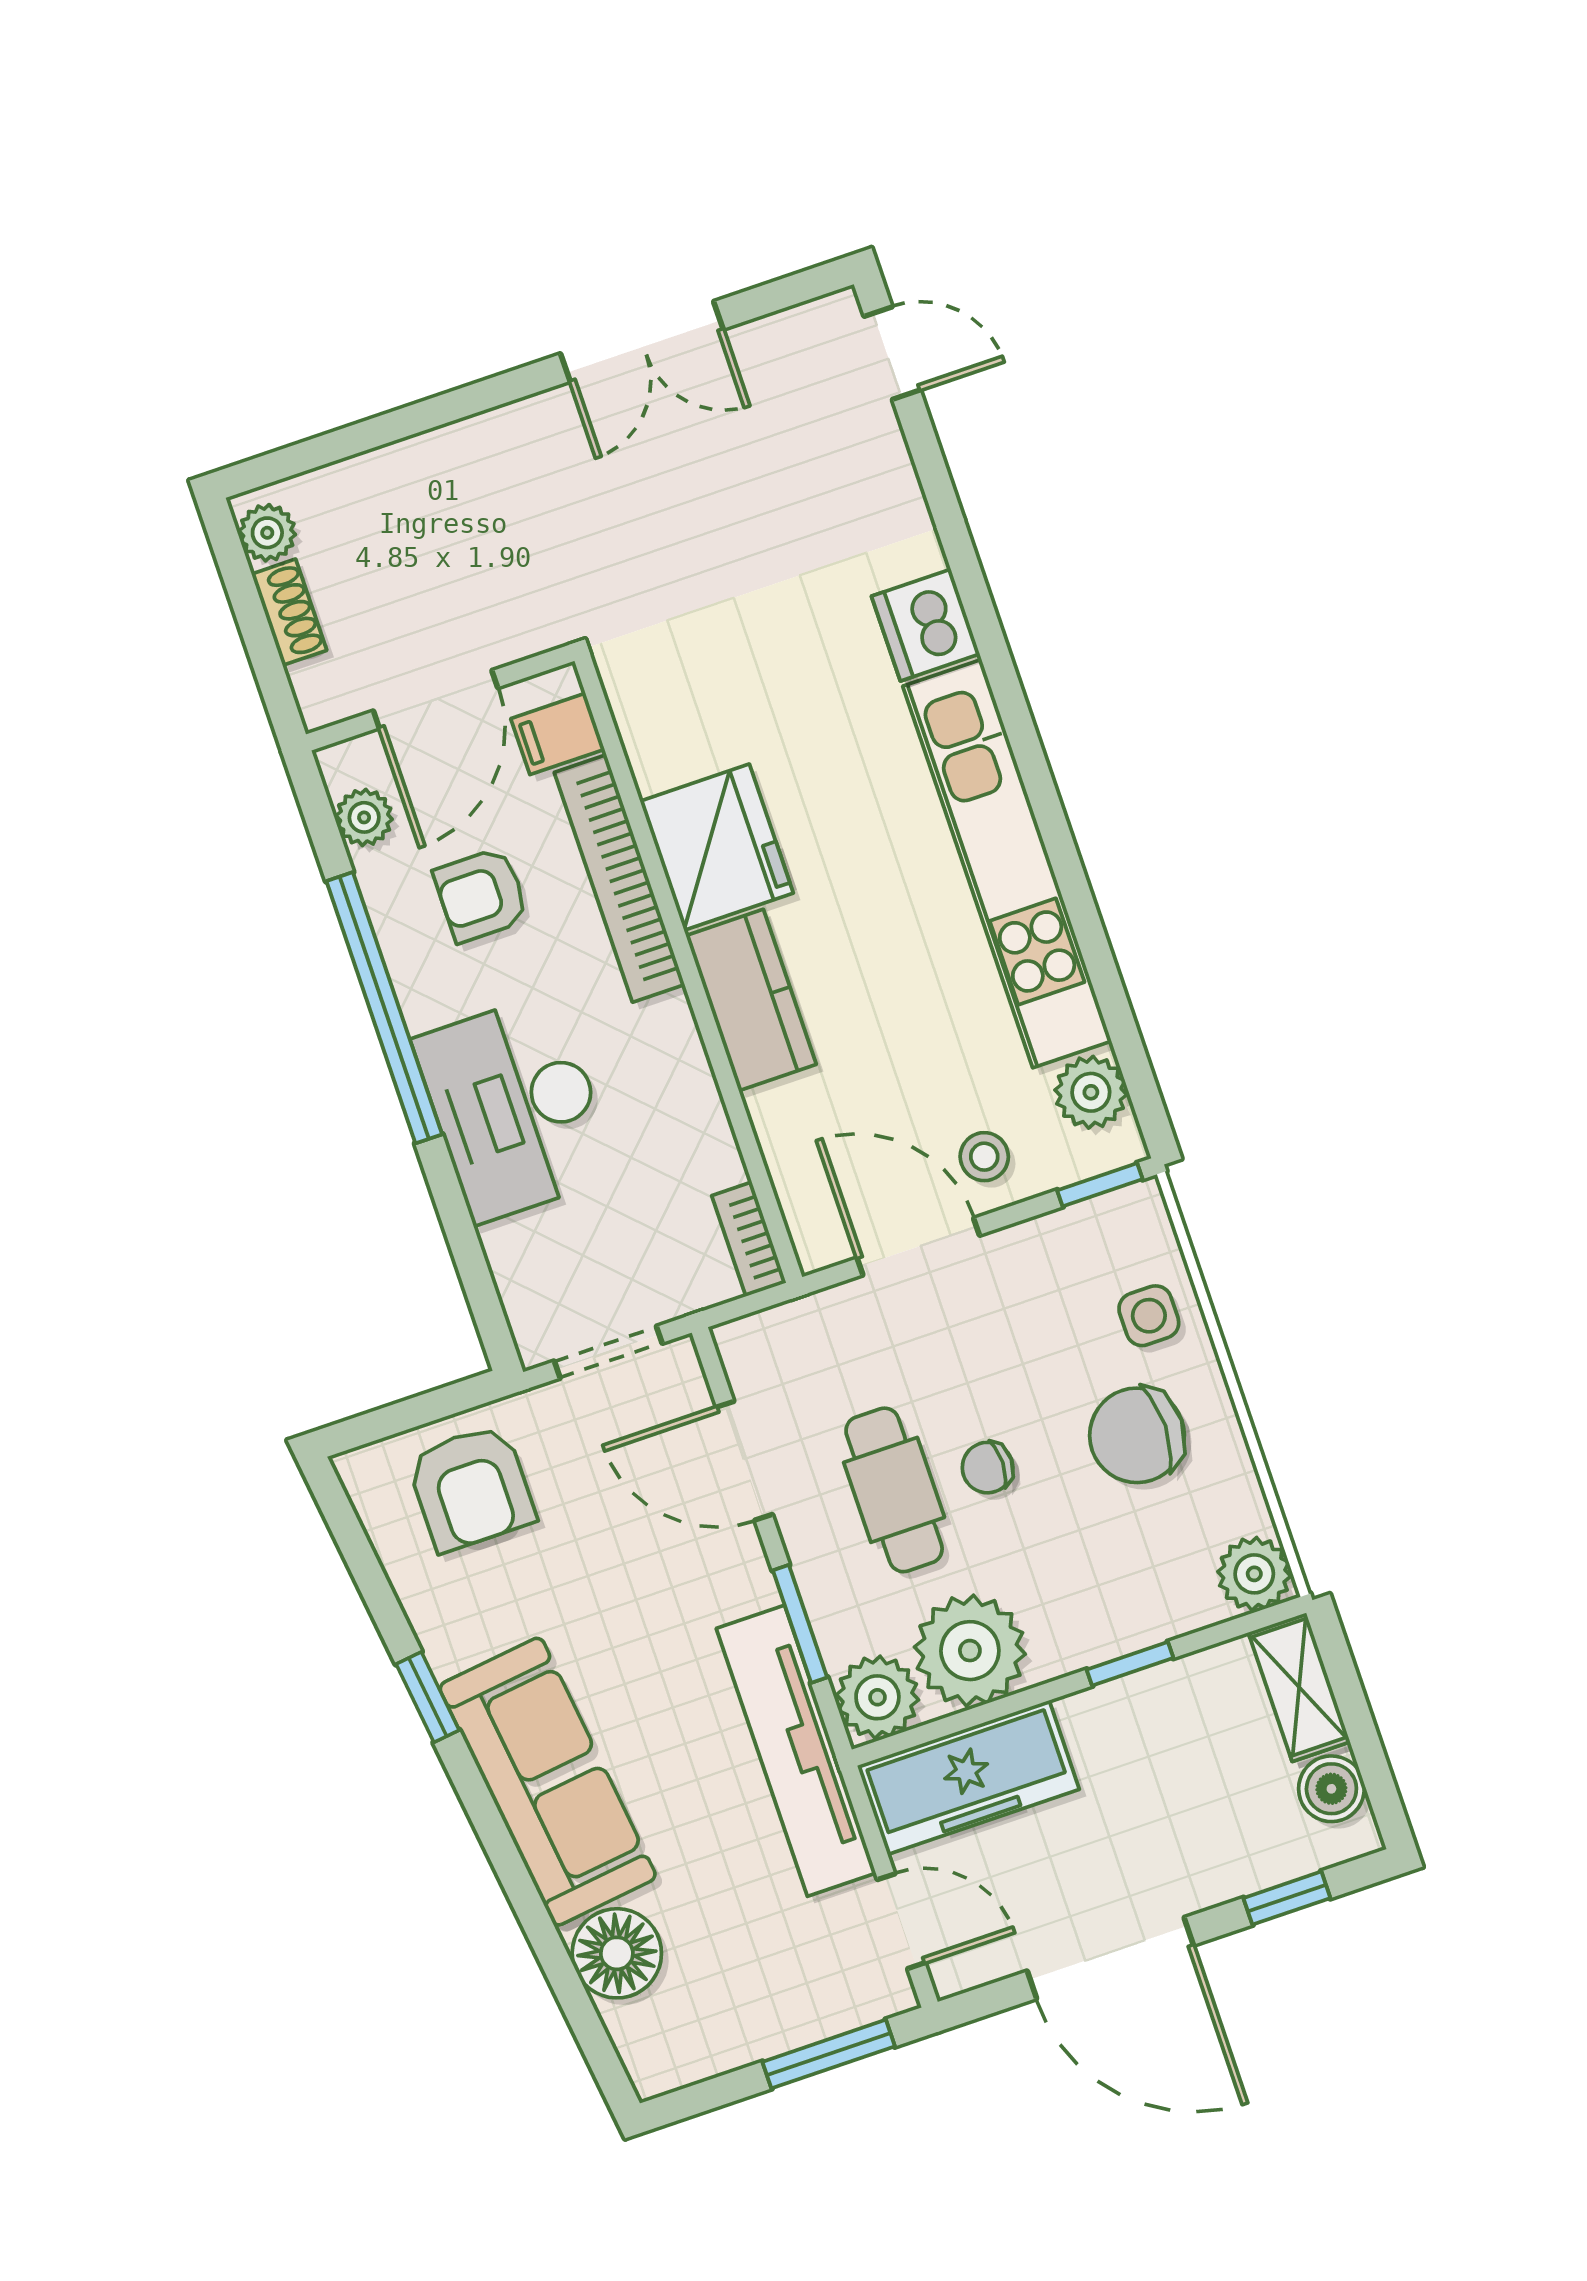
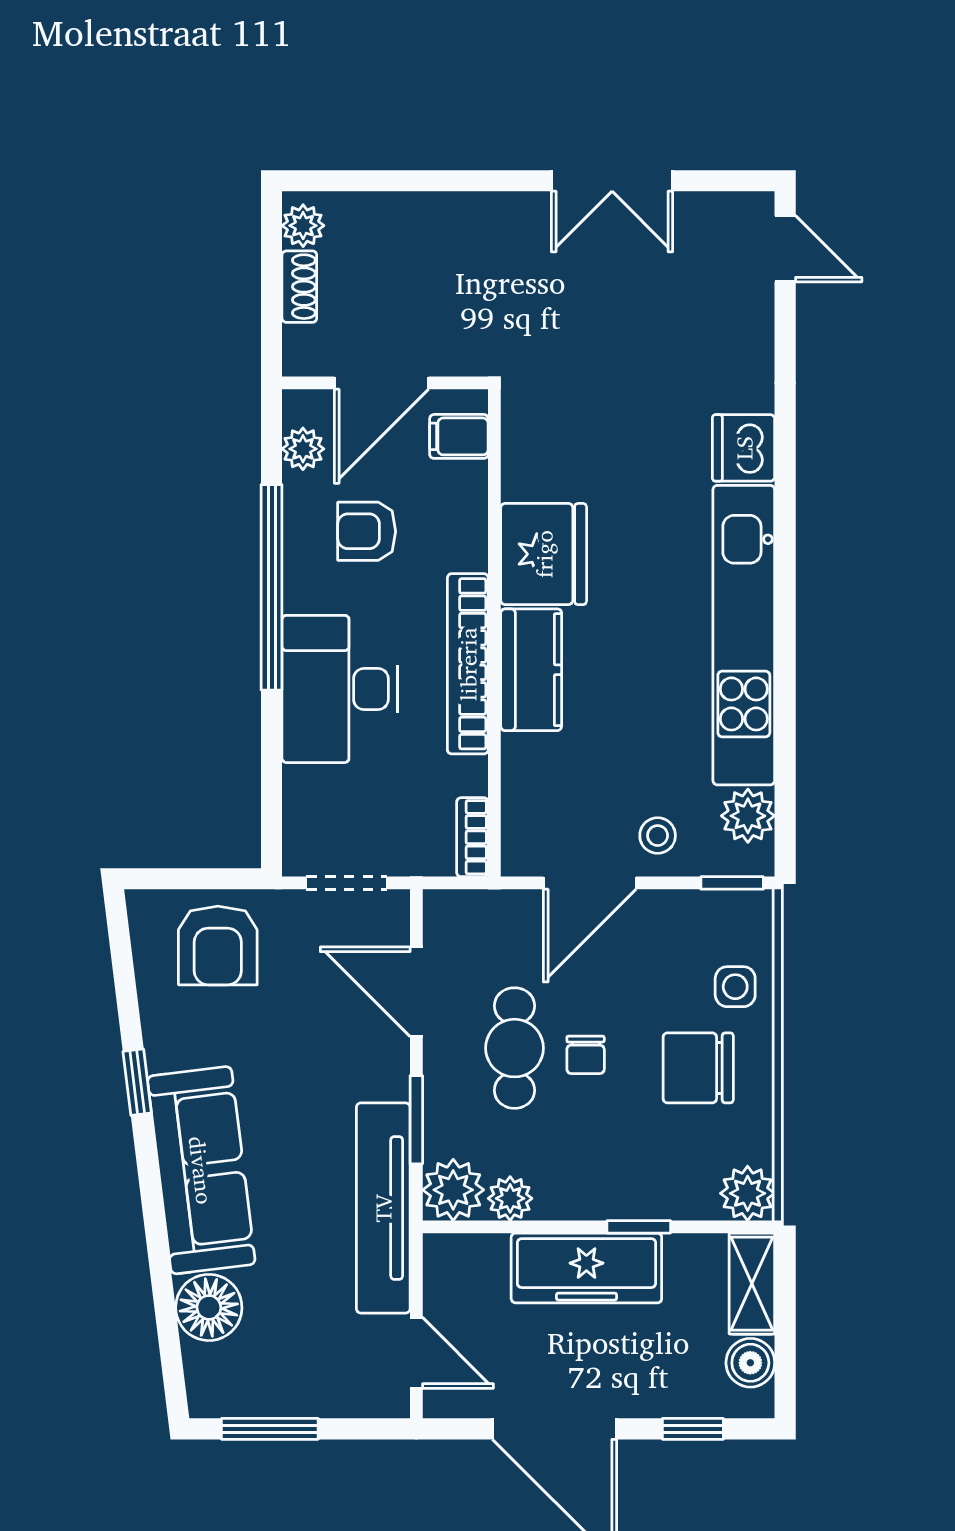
bookcase: (619, 878) -> (468, 664), moved
door: (918, 1247) -> (590, 883), swing flipped
chair: (988, 1468) -> (586, 1055), turned -90
plant: (970, 1651) -> (510, 1198), width x0.53, depth x0.53
freezer: (968, 1777) -> (586, 1268), moved
window: (829, 2054) -> (270, 1429), moved

